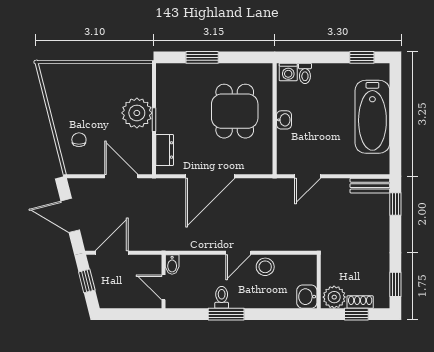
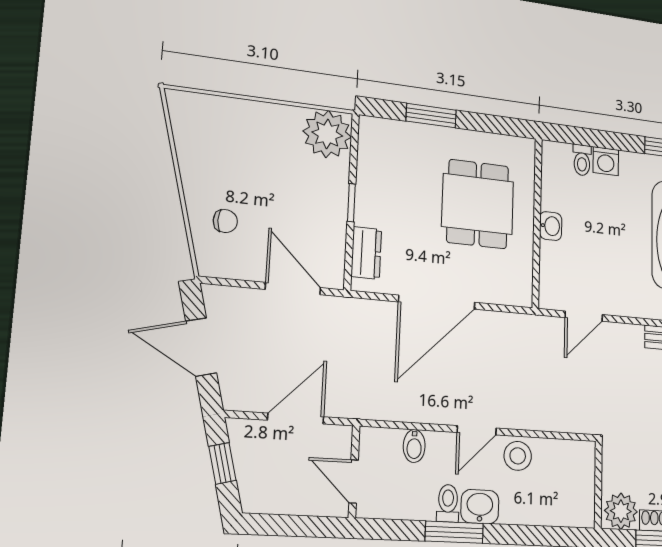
washing machine: (288, 72) -> (606, 161), moved
plant: (137, 113) -> (327, 134), moved
chair: (79, 140) -> (225, 221), turned 90
door: (112, 253) -> (296, 419), moved
bidet: (172, 265) -> (414, 446), moved
washbasin: (307, 297) -> (480, 507), moved, turned 90

